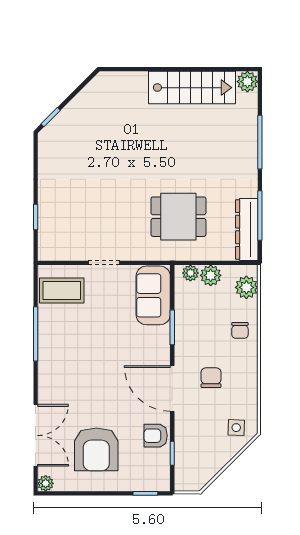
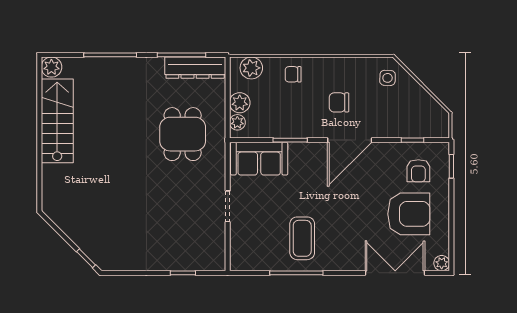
coffee table: (62, 290) -> (302, 238), moved
chair: (240, 330) -> (293, 74), turned 180
armchair: (156, 436) -> (418, 171), moved

